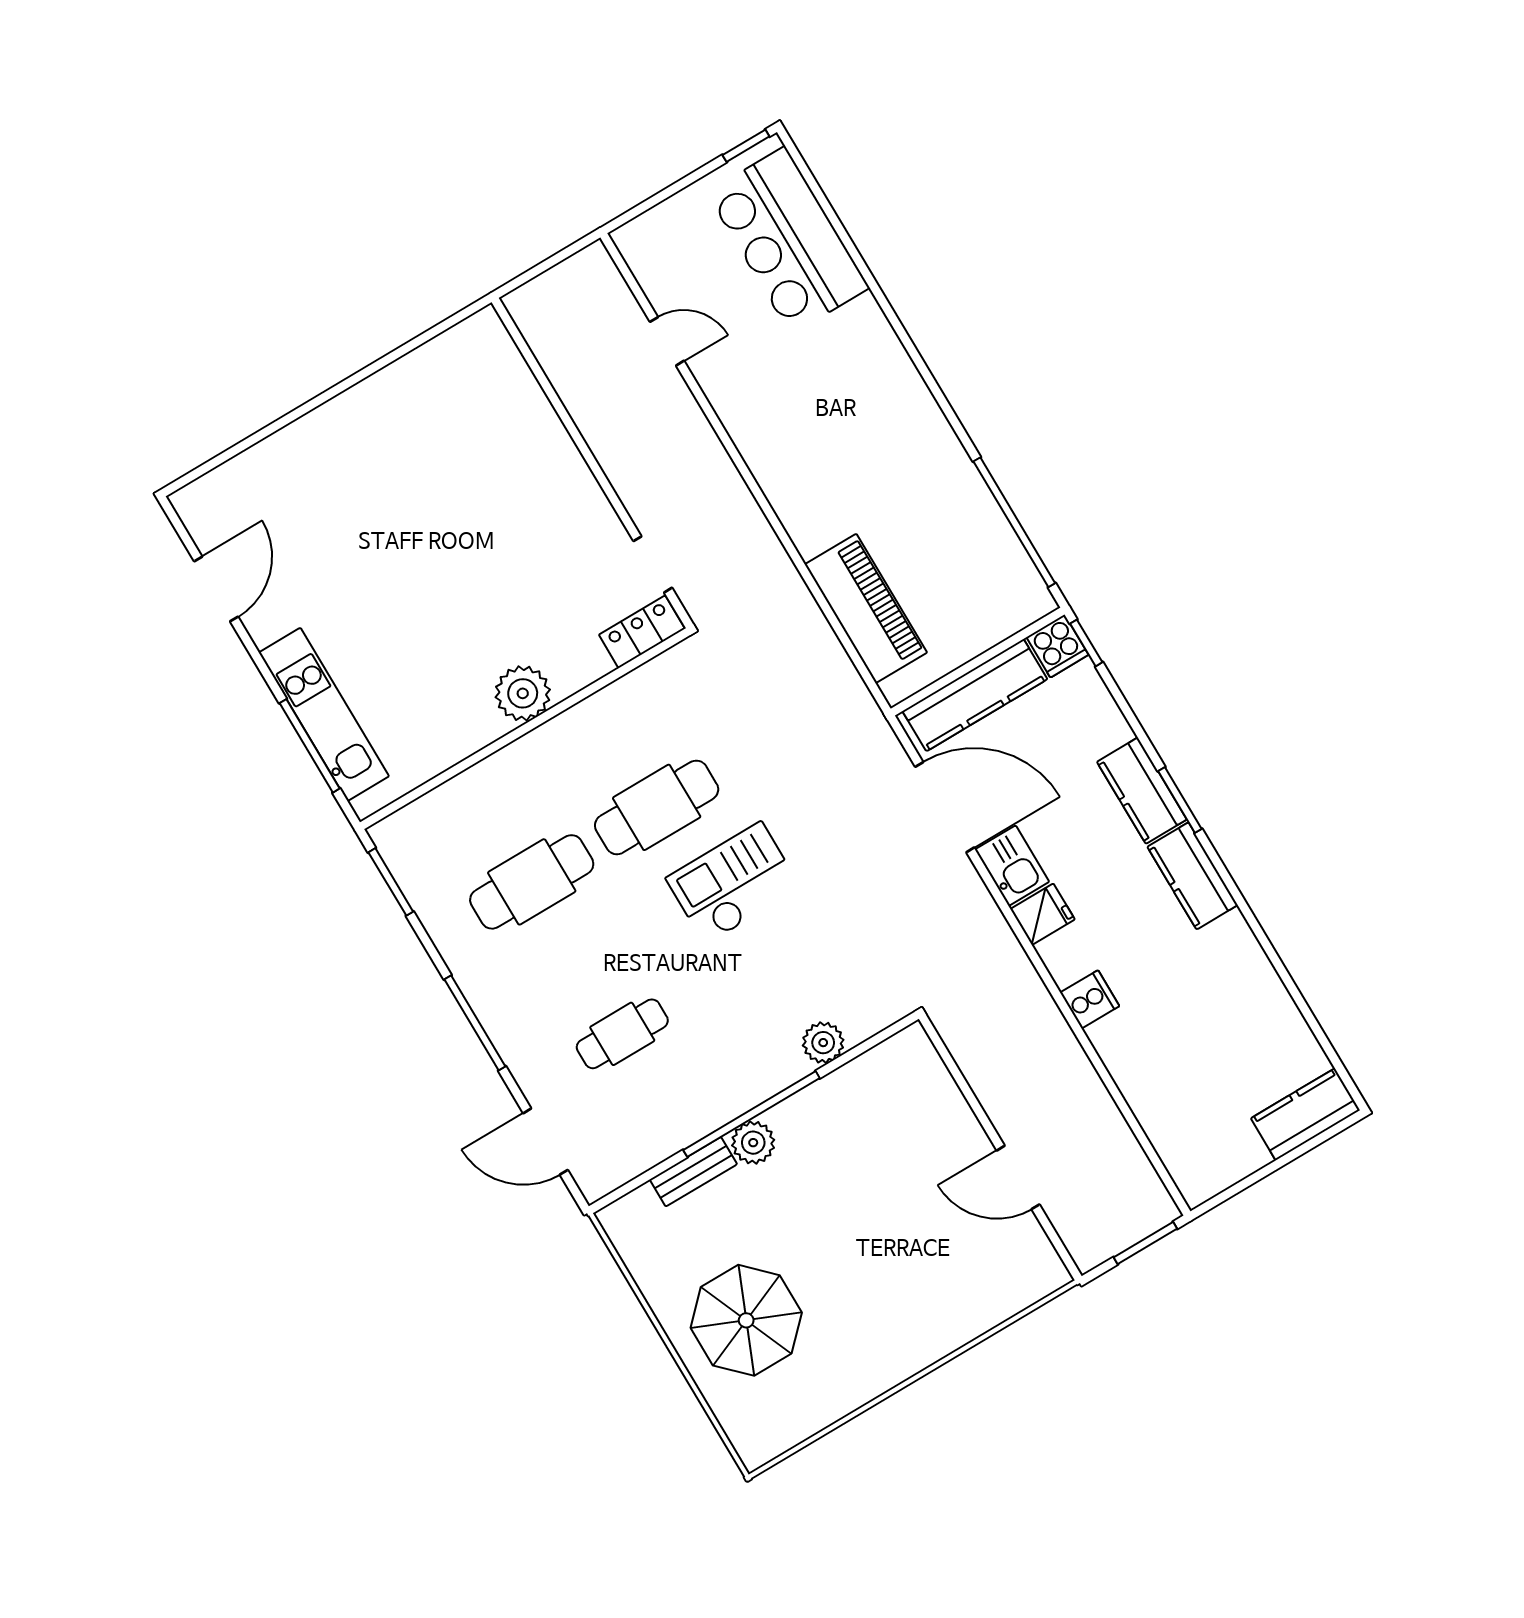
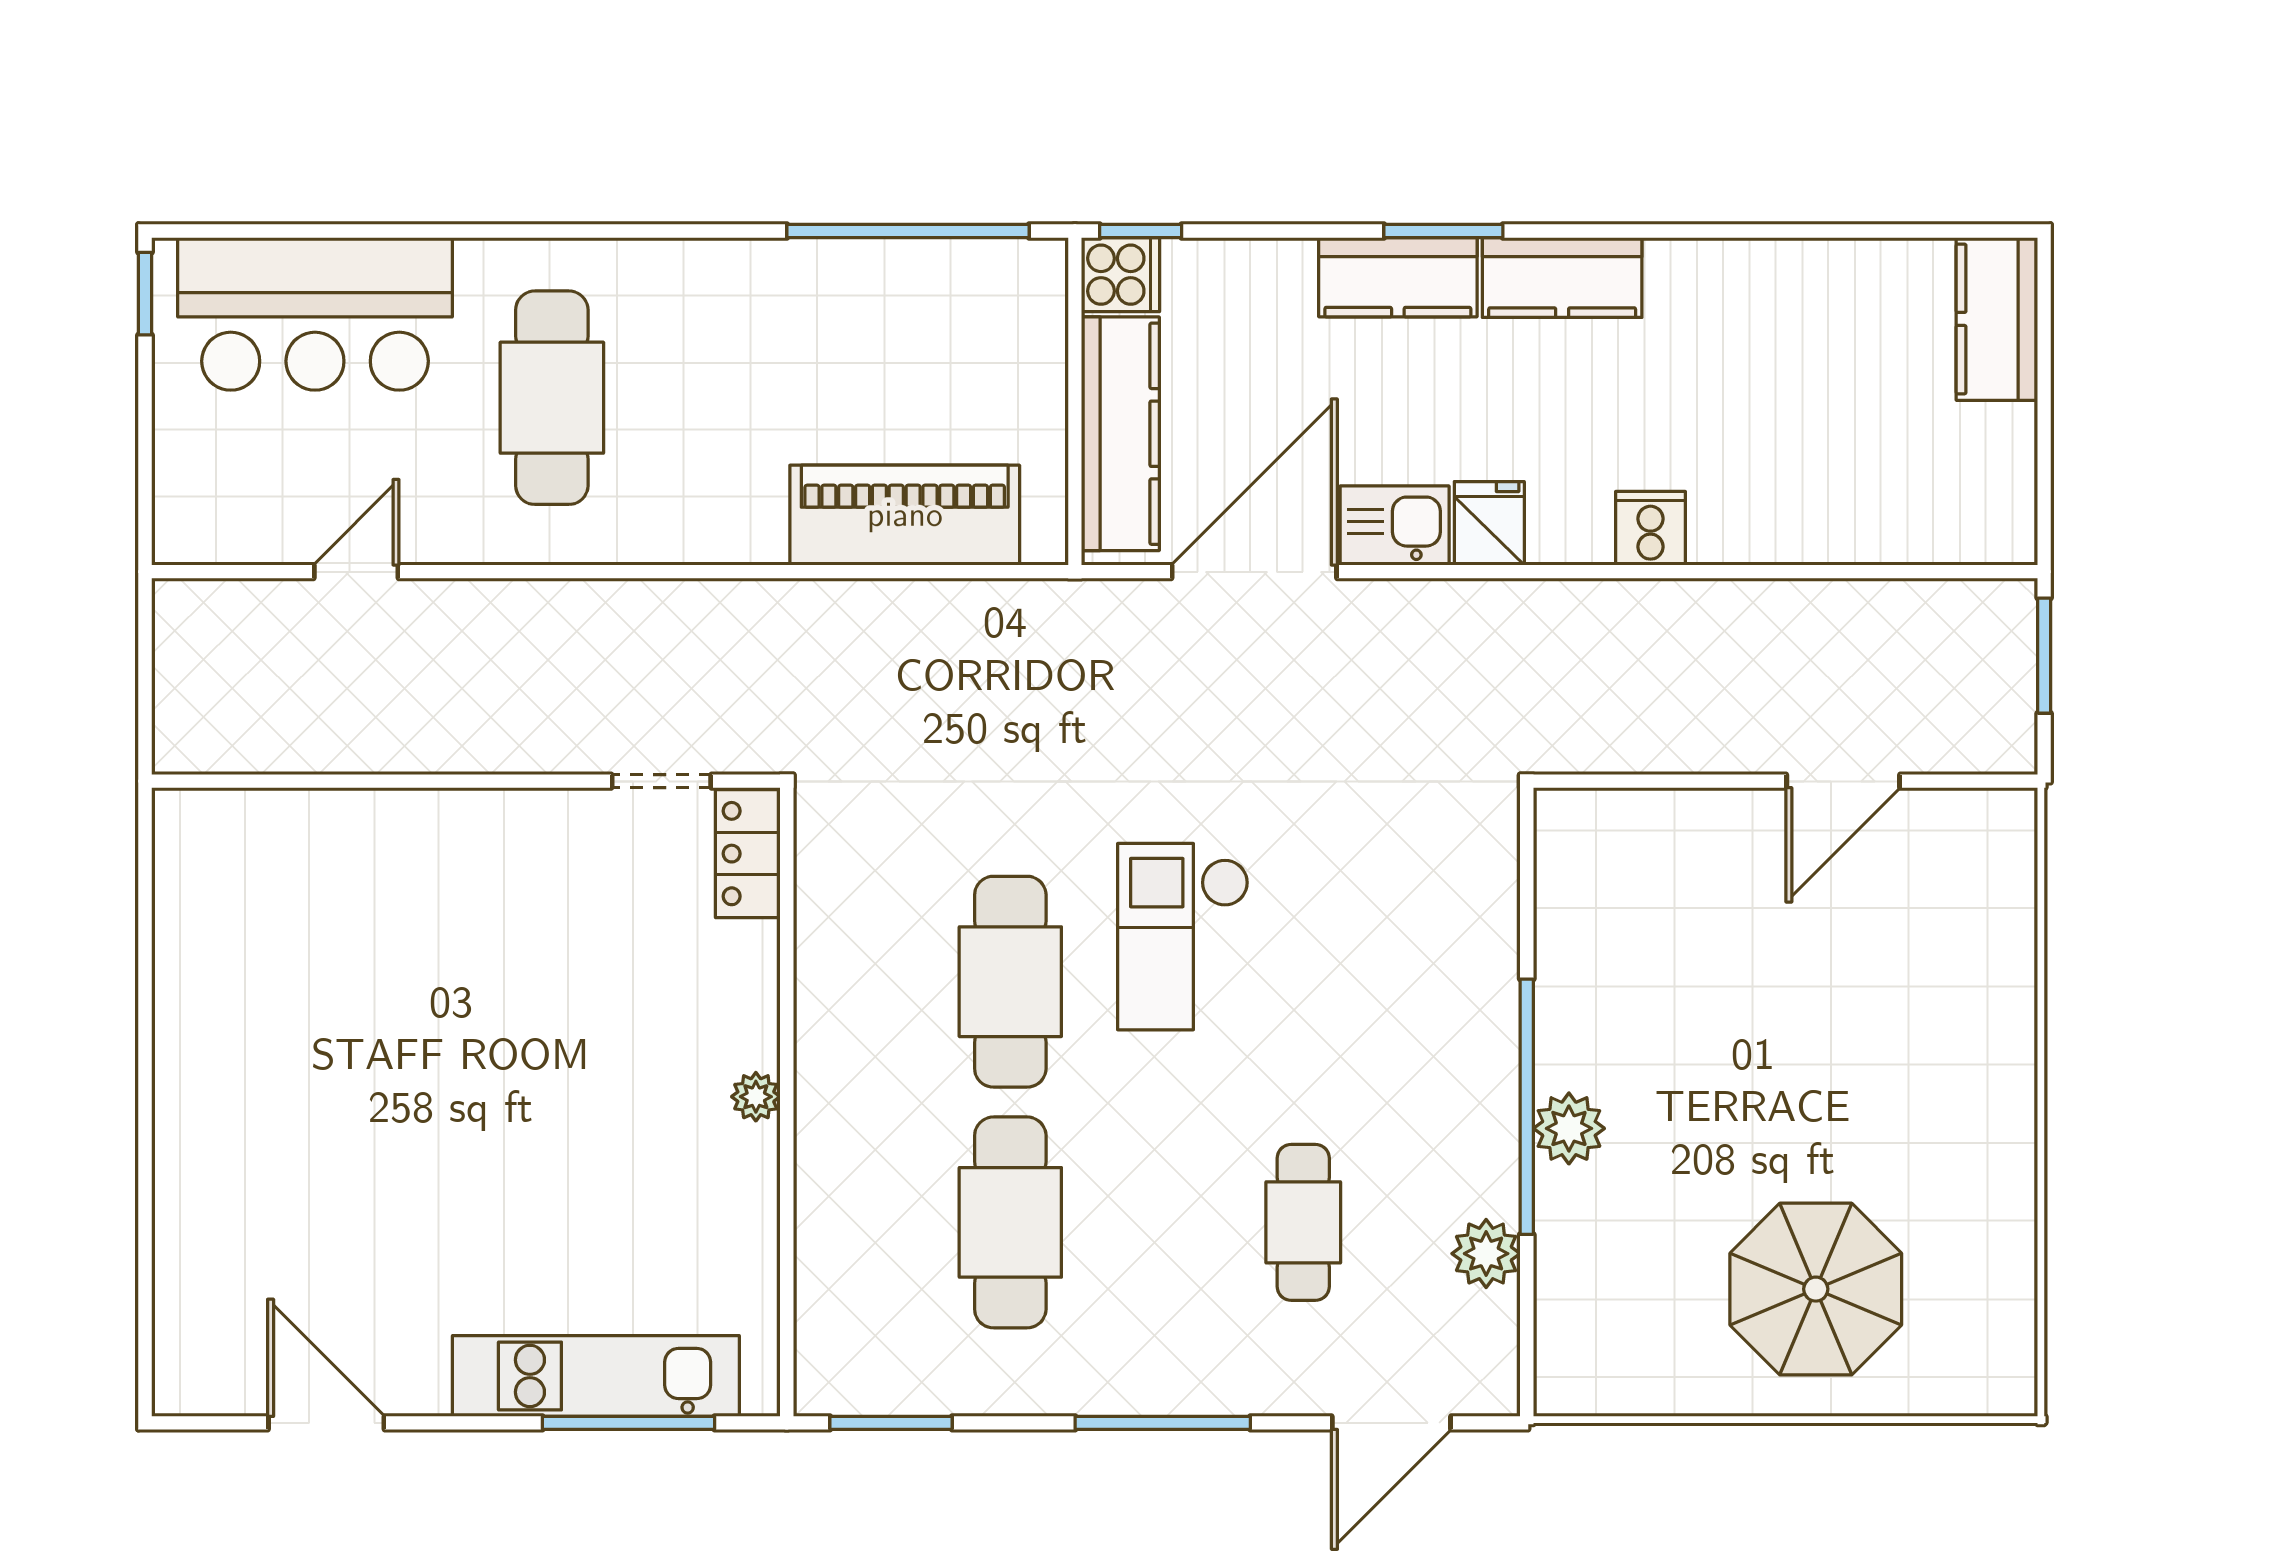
cafe table: (818, 389) -> (552, 398), added
plant: (523, 693) -> (756, 1097), width x0.53, depth x0.53
plant: (823, 1043) -> (1486, 1254), moved
bench: (693, 1172) -> (1560, 1238), removed

